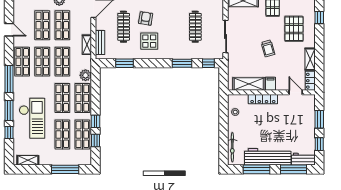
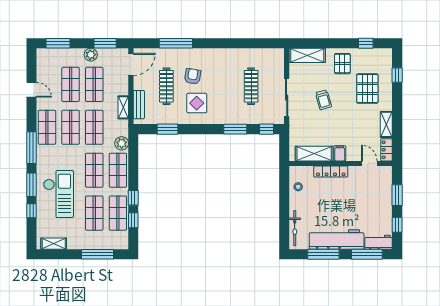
trolley: (268, 48) -> (323, 100), moved

